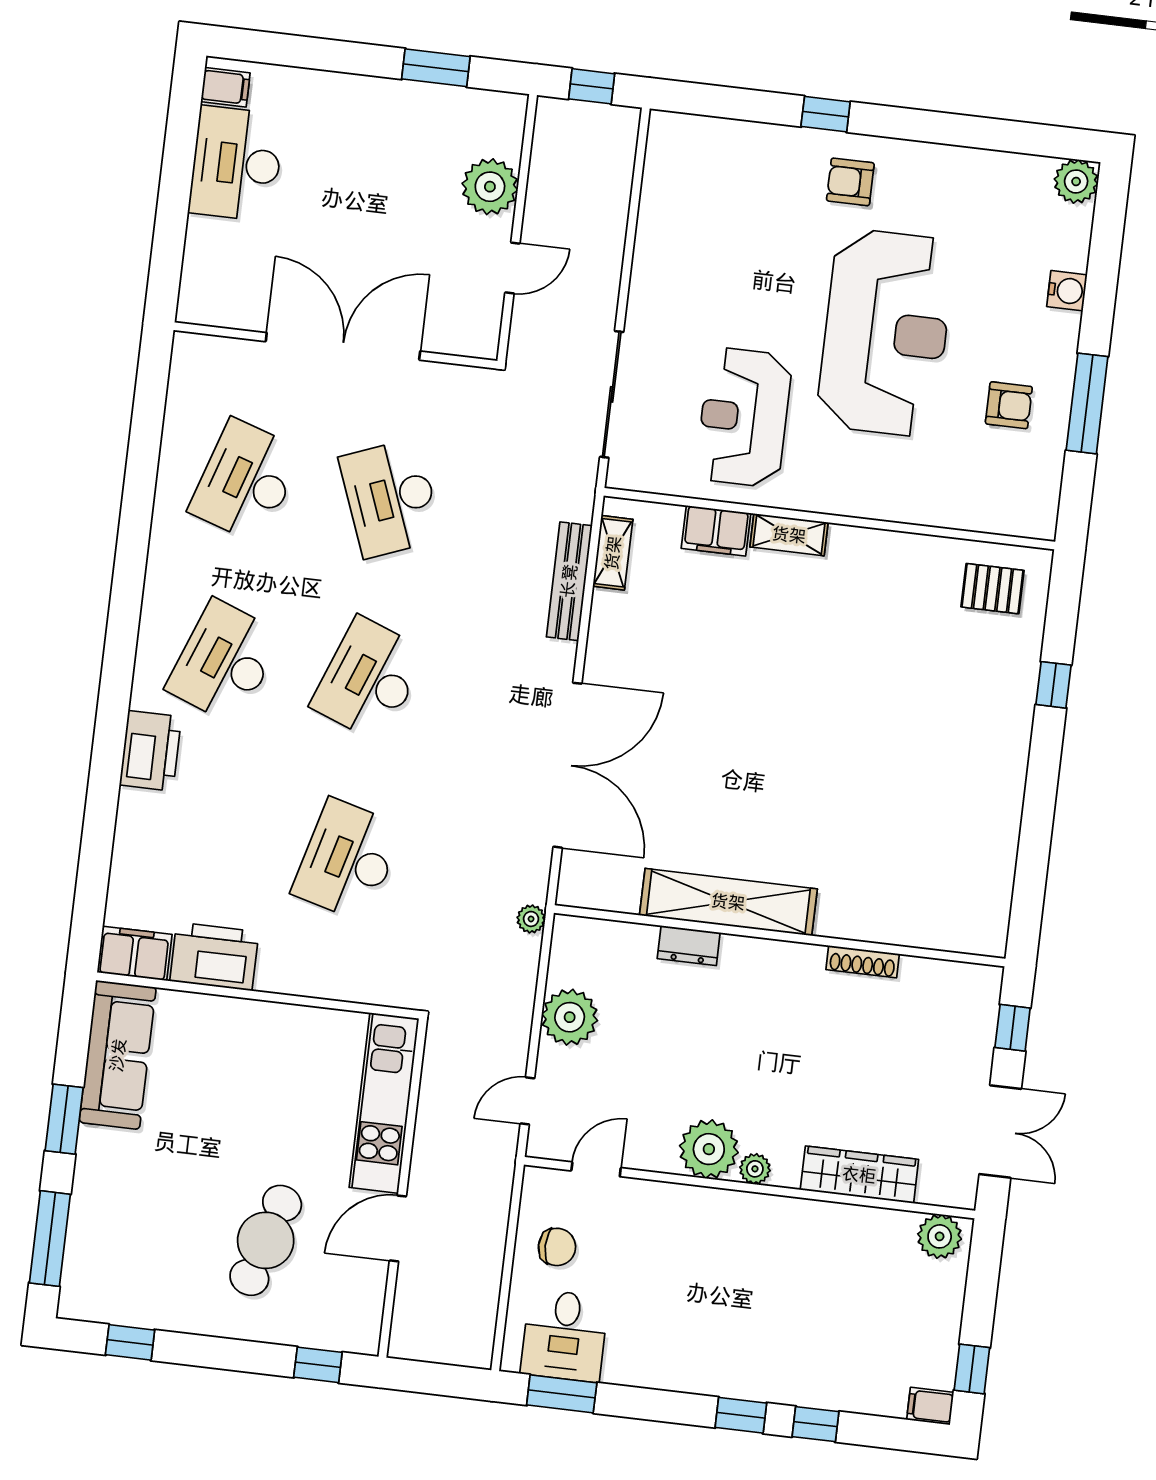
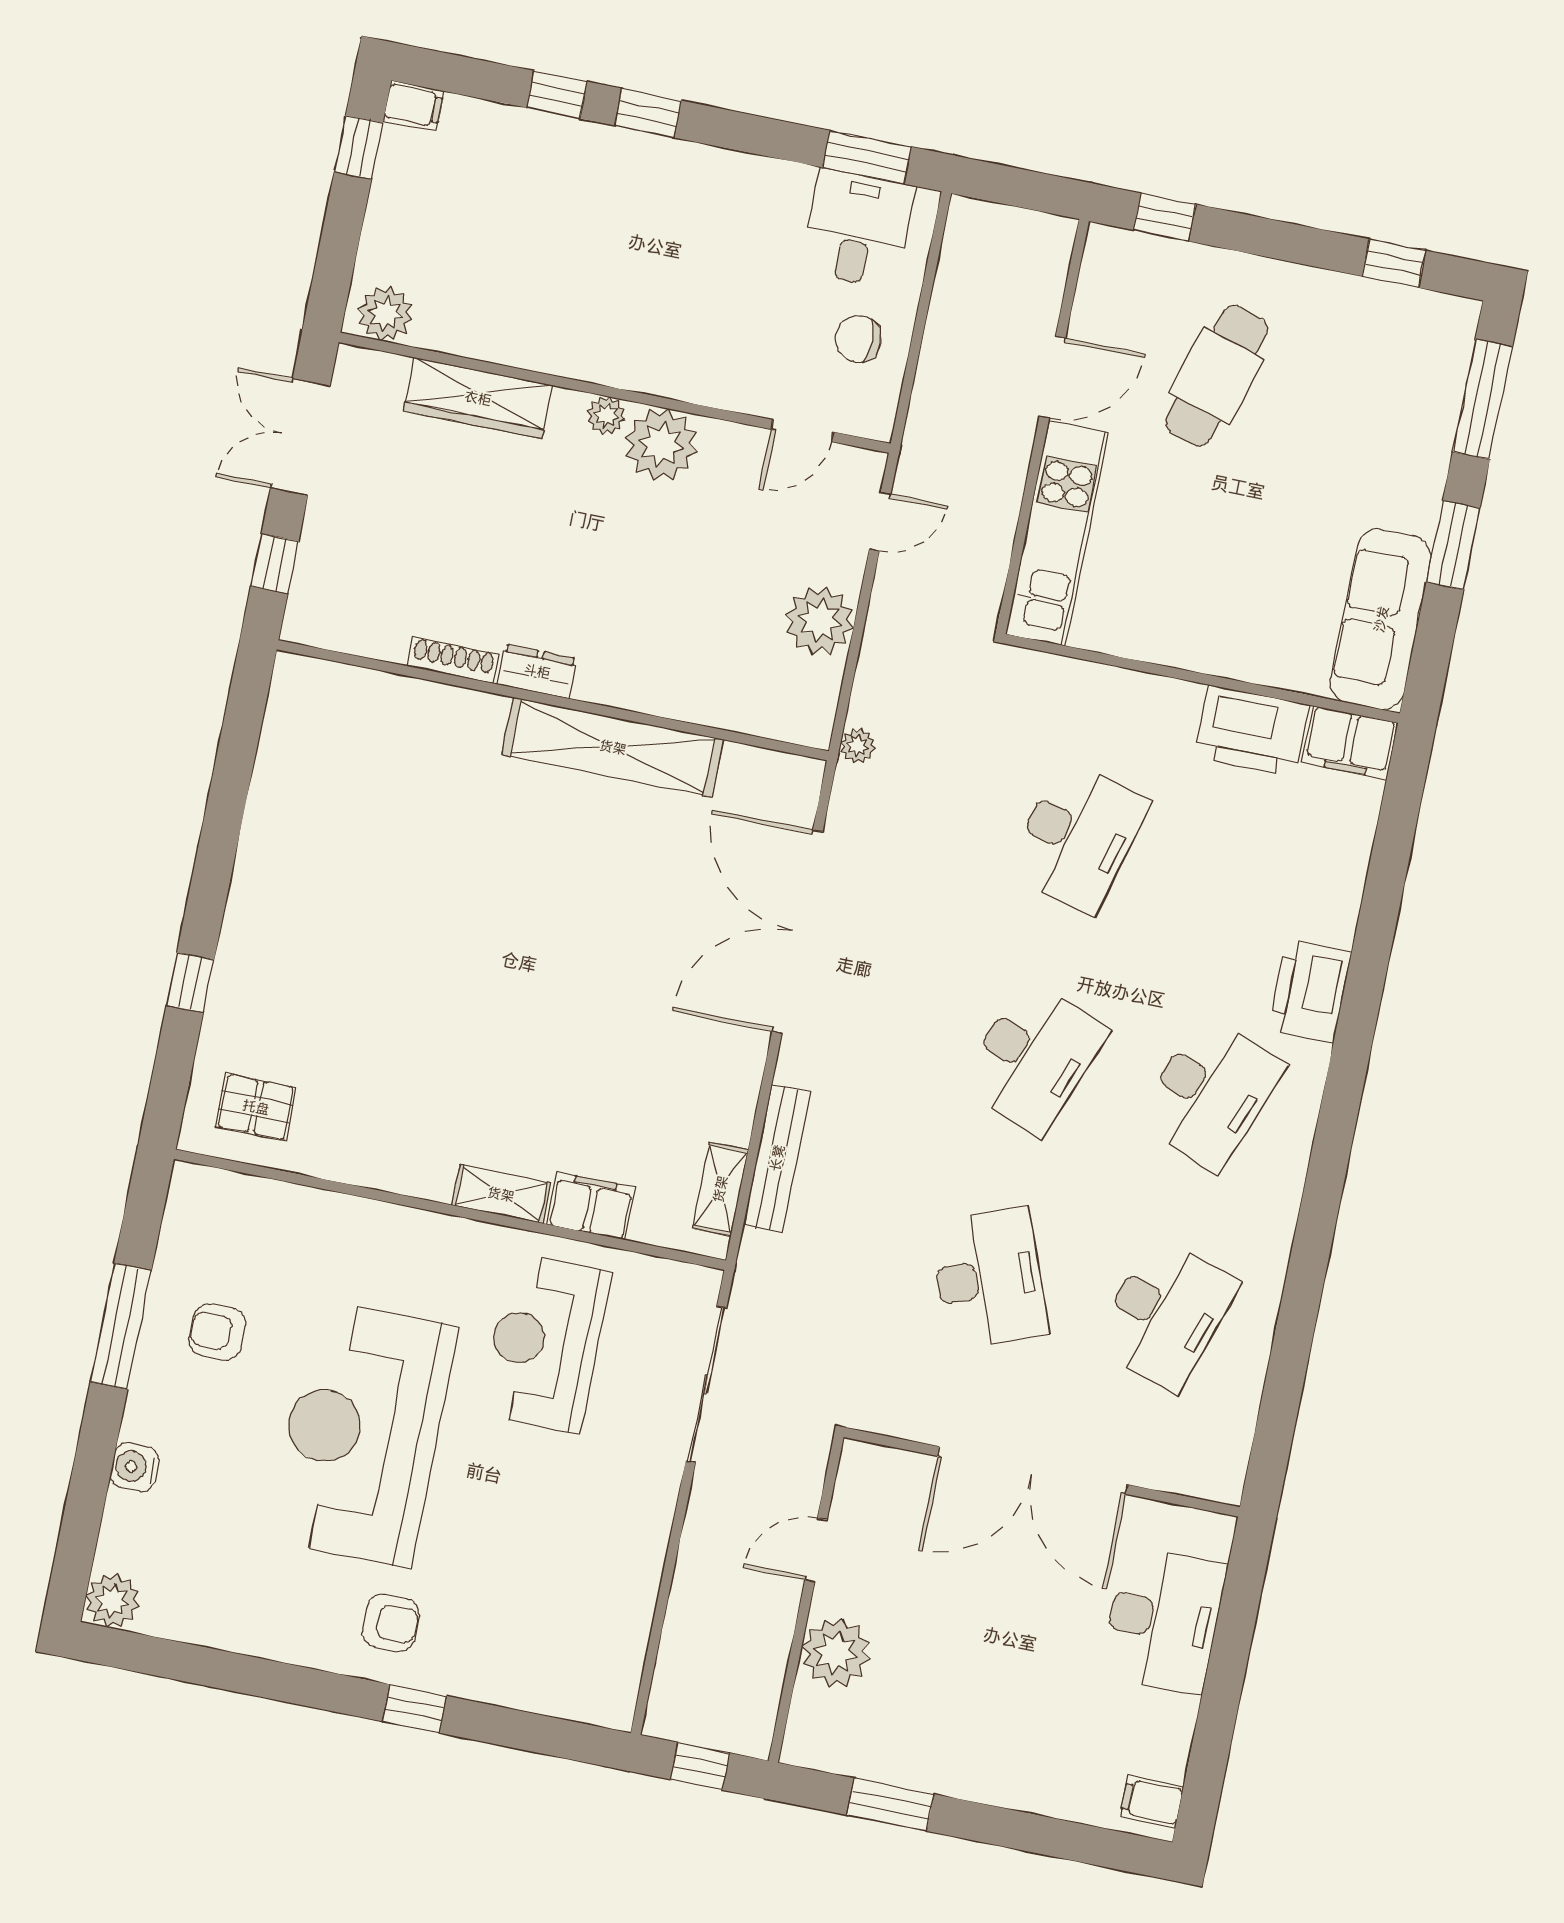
desk: (236, 164) -> (1163, 1620), moved
reception desk: (744, 417) -> (545, 1343), turned 180
dresser: (689, 946) -> (537, 671), moved

